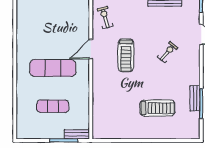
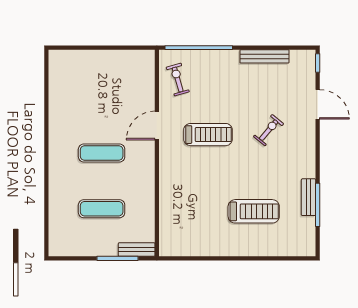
treadmill: (126, 55) -> (208, 135), turned -90
exercise mat: (53, 68) -> (102, 153), width x0.73, depth x0.69

